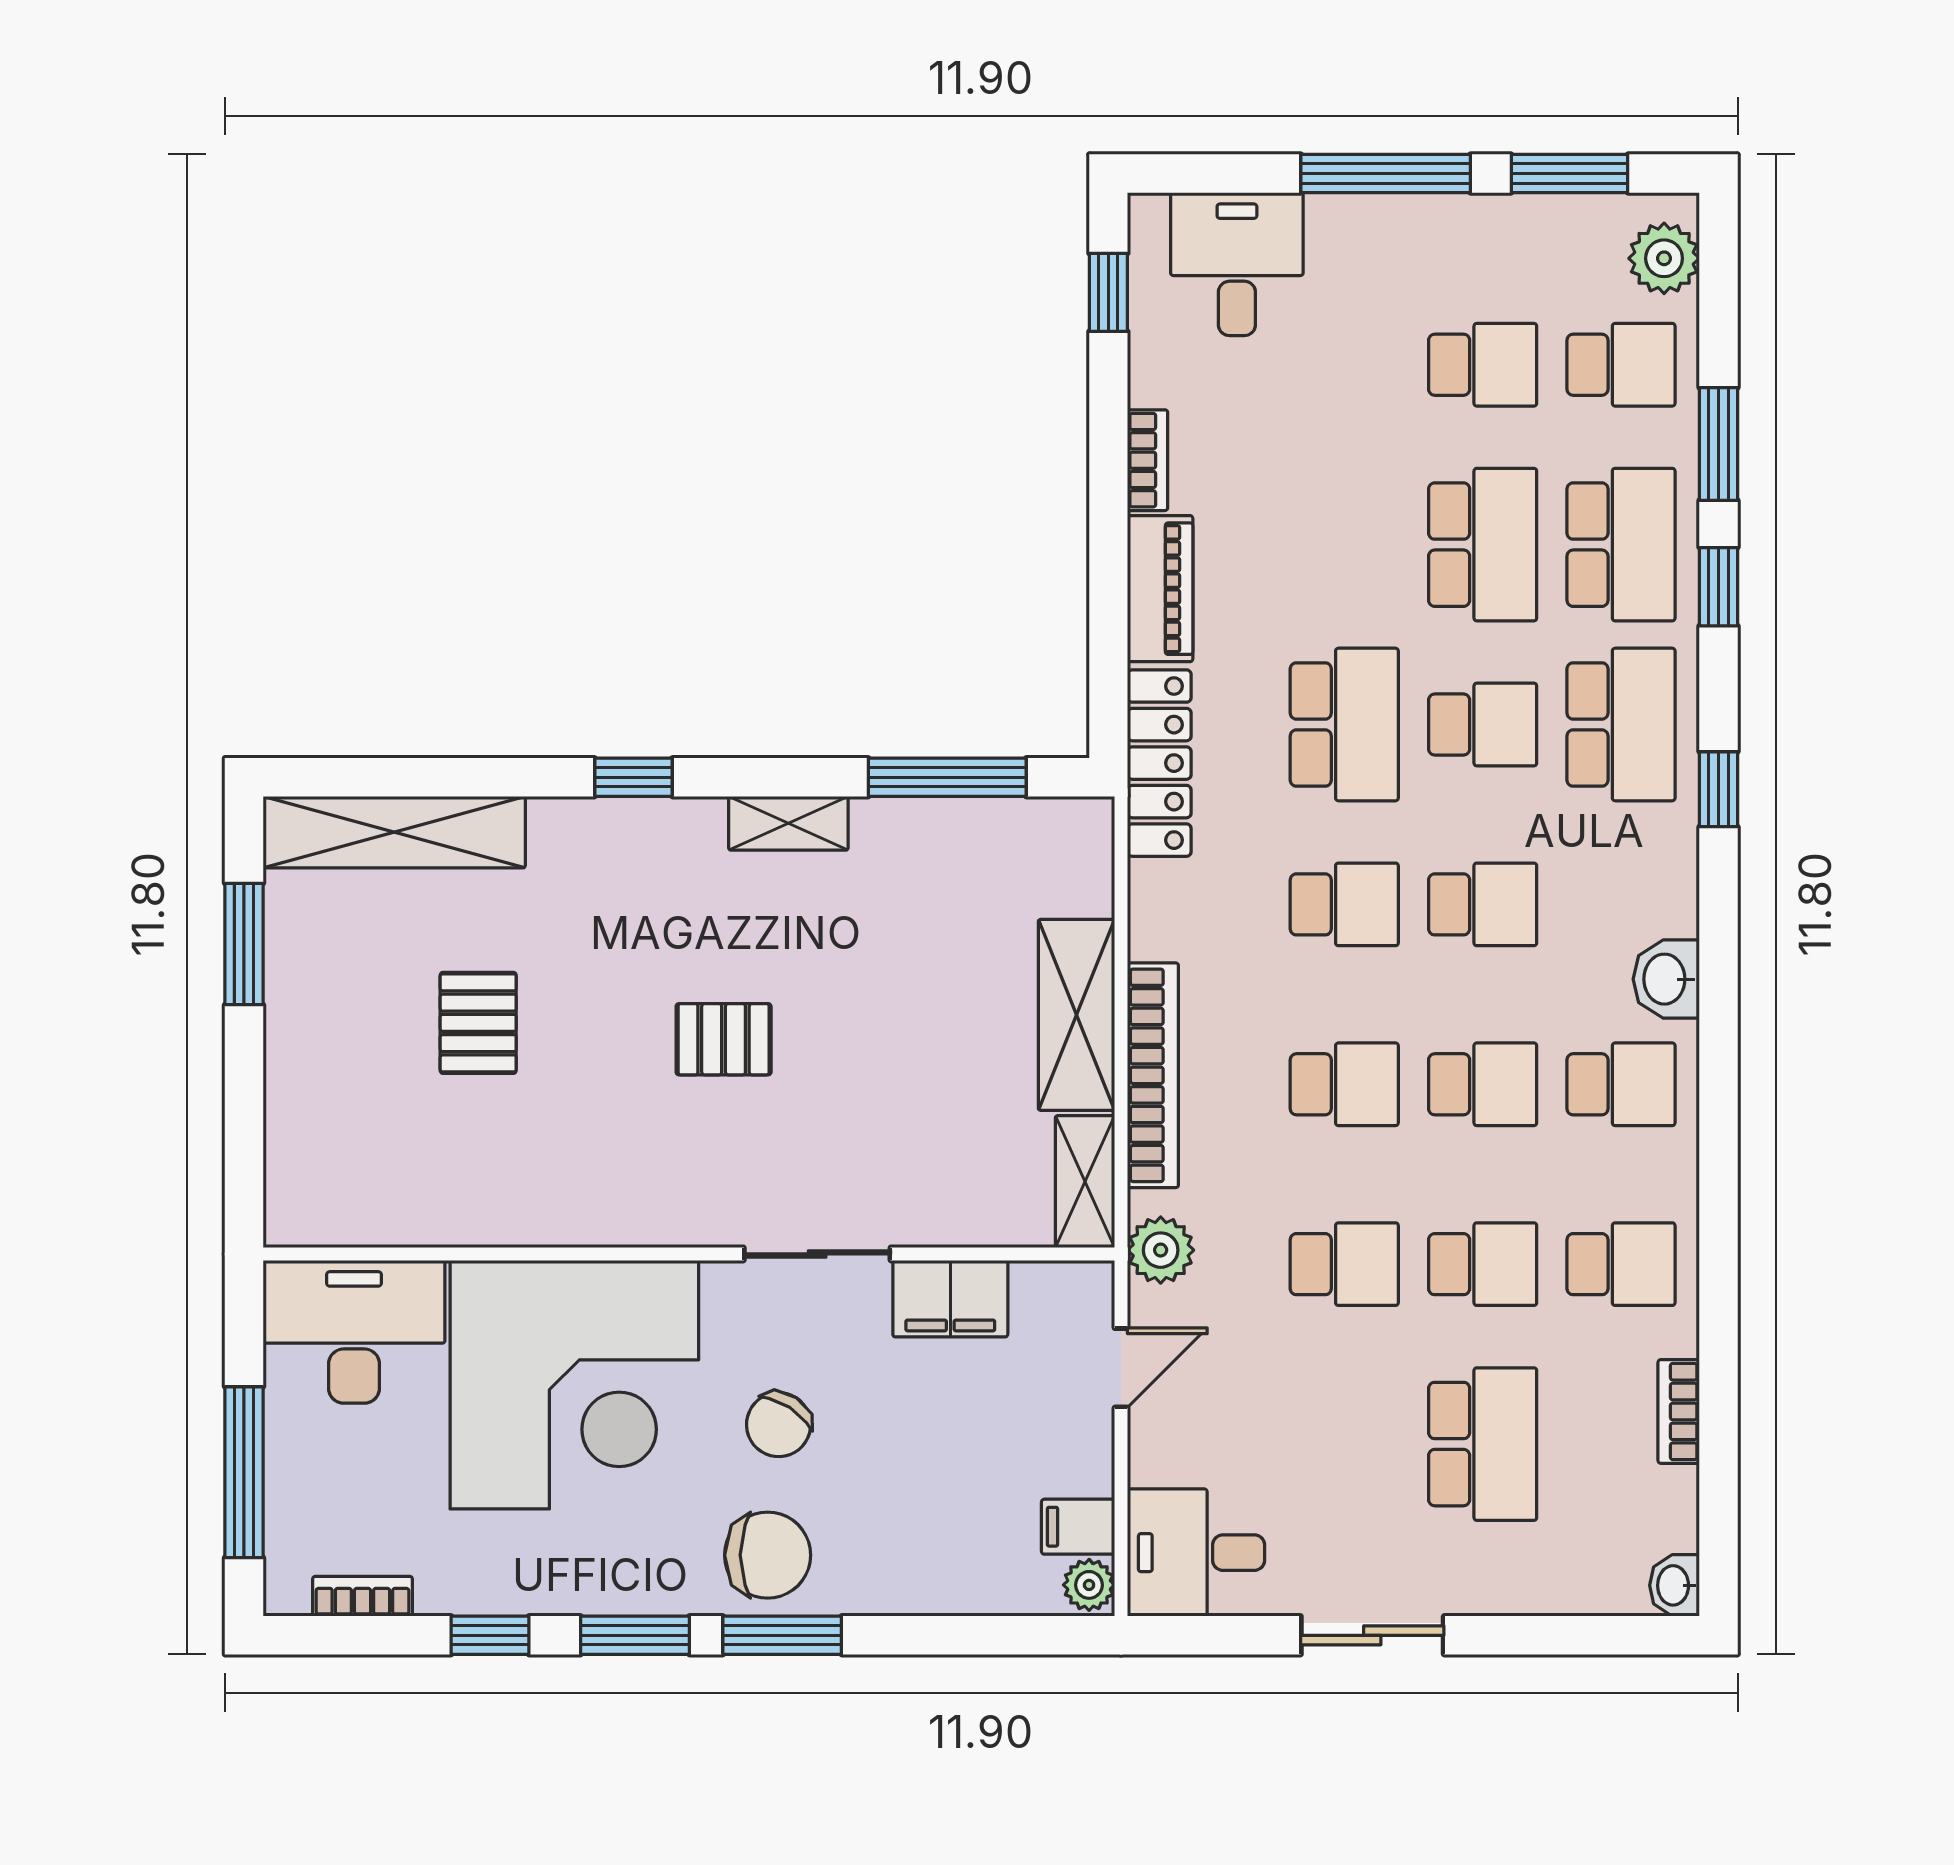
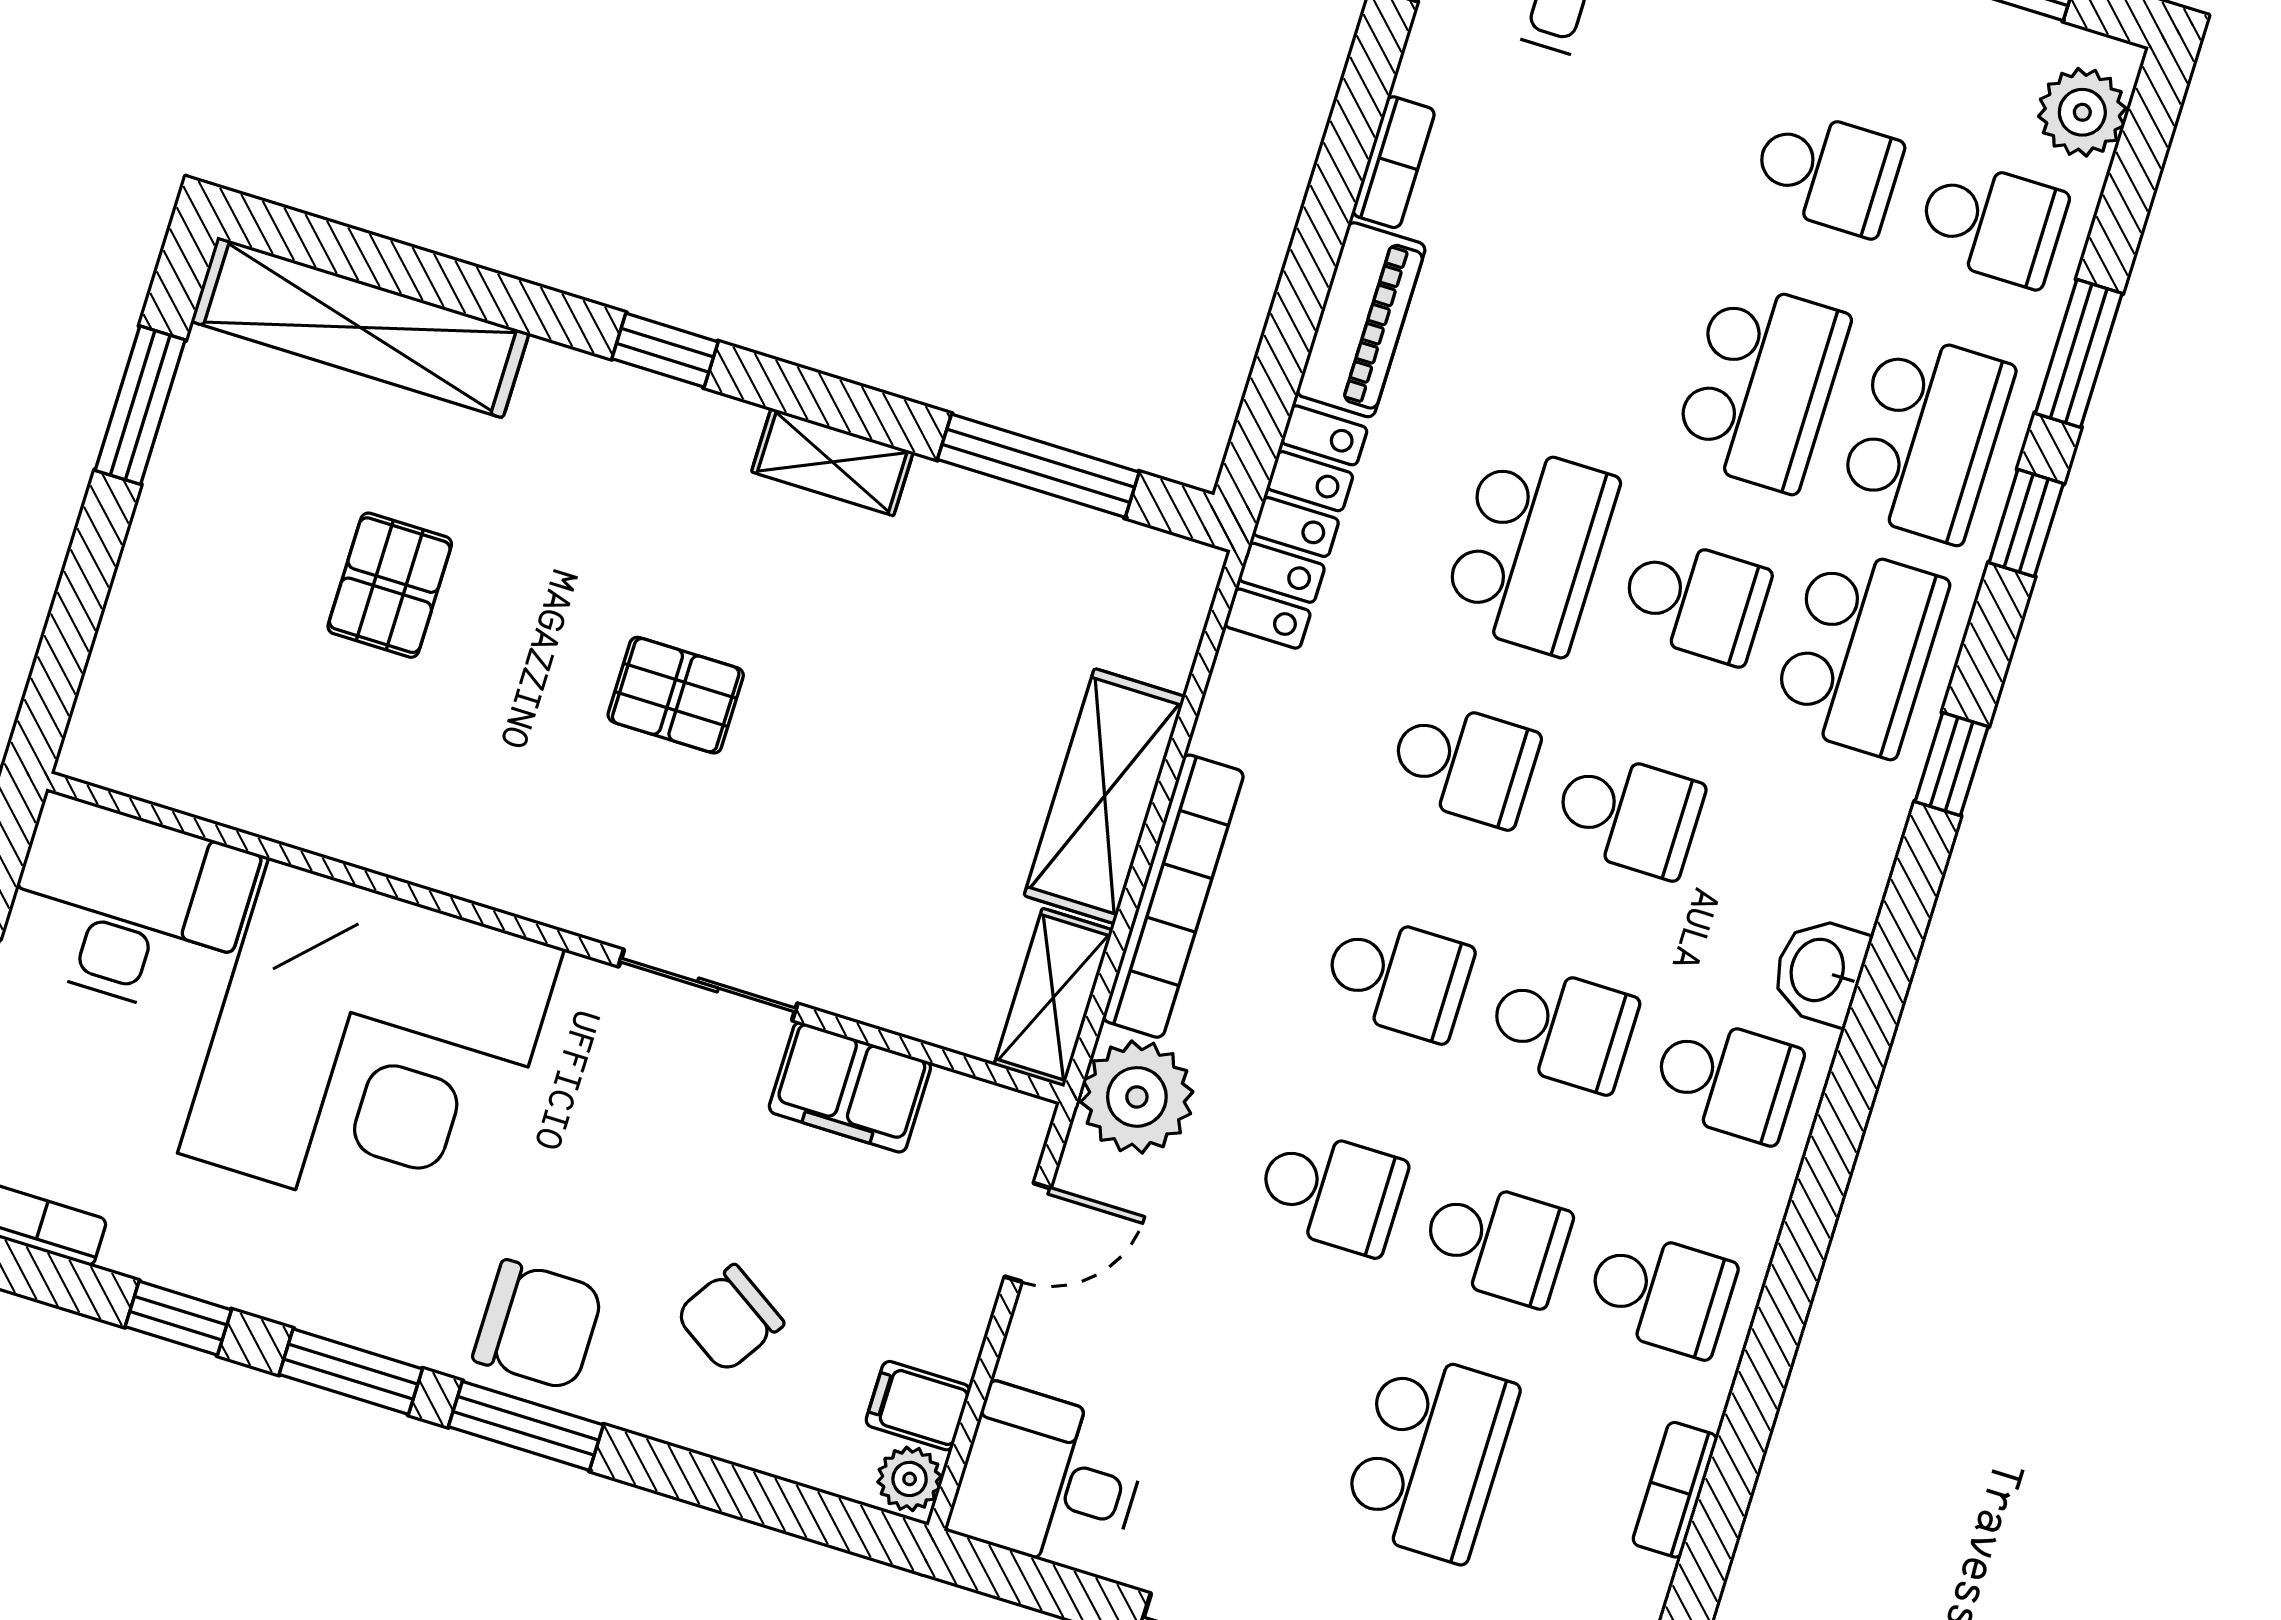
plant: (1161, 1250) -> (1137, 1097), width x1.36, depth x1.36
chair: (779, 1425) -> (730, 1319), moved

